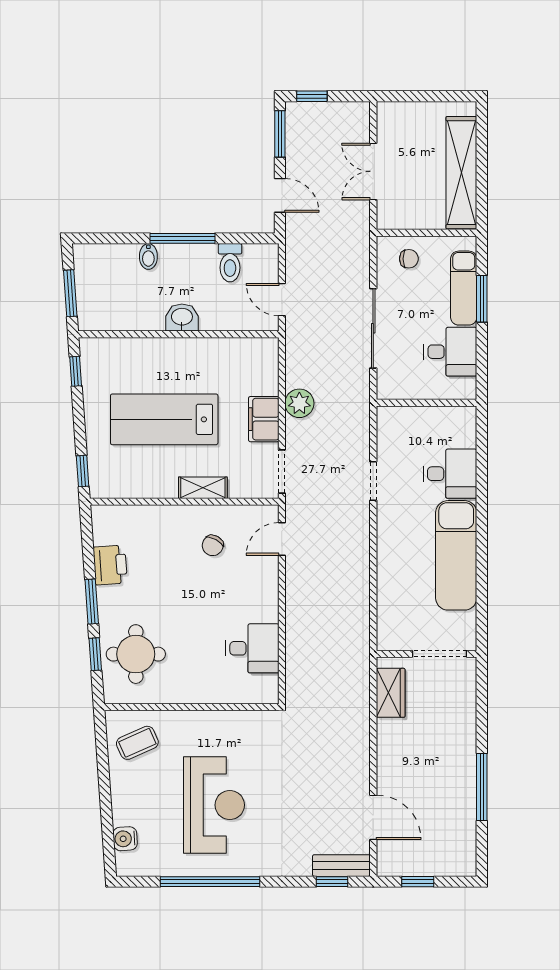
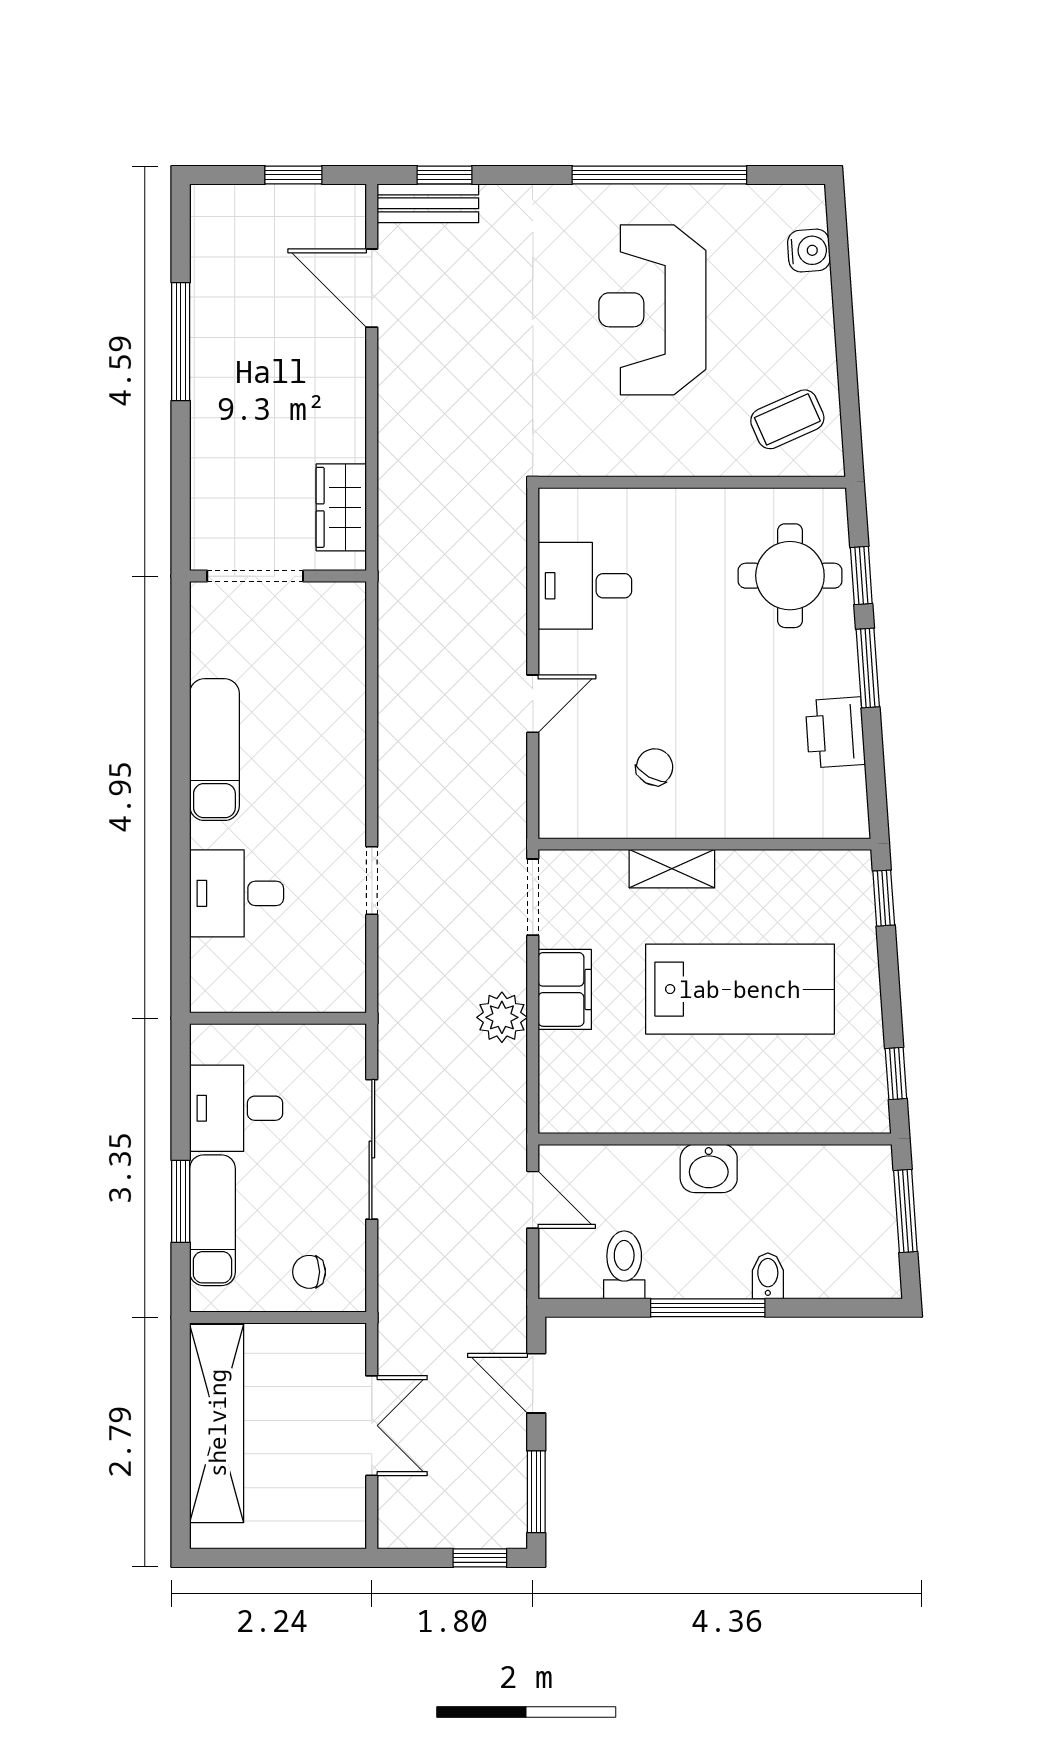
door: (282, 539) -> (533, 704), moved
exam couch: (456, 555) -> (214, 750), width x0.73, depth x0.69

